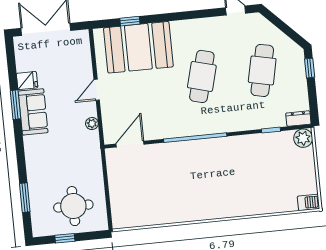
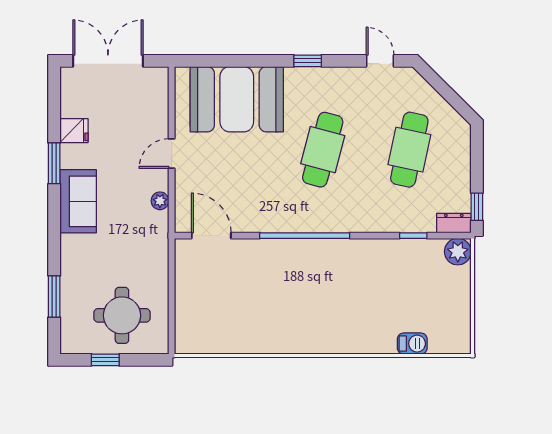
window: (130, 21) -> (308, 61), moved
window: (310, 68) -> (477, 207), moved
sofa: (33, 112) -> (78, 201), moved
door: (130, 144) -> (211, 236), hinge flipped
barbecue: (308, 202) -> (412, 344), moved

